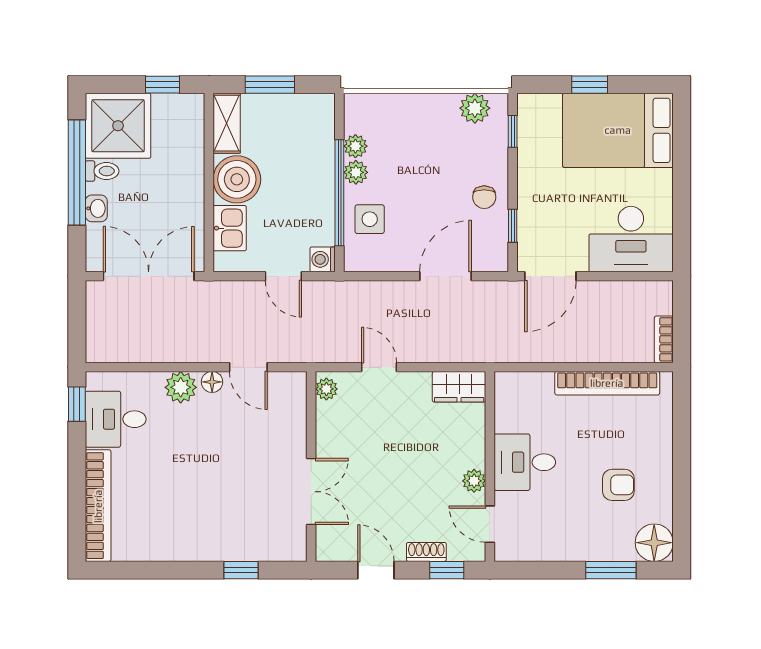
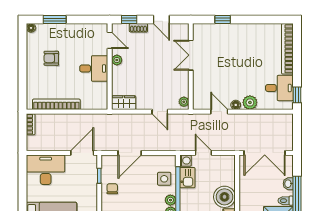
kitchen sink: (230, 228) -> (187, 178), moved, turned 180
floor lamp: (654, 543) -> (31, 28), width x0.53, depth x0.53

